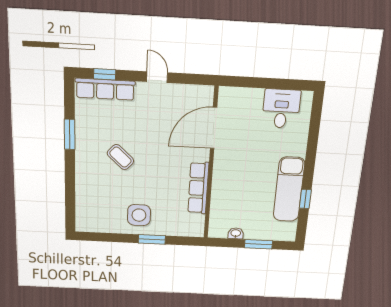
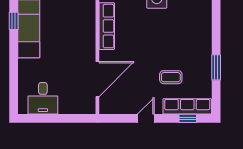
door: (157, 77) -> (146, 118), swing flipped
coffee table: (120, 157) -> (171, 77), moved, turned -43

